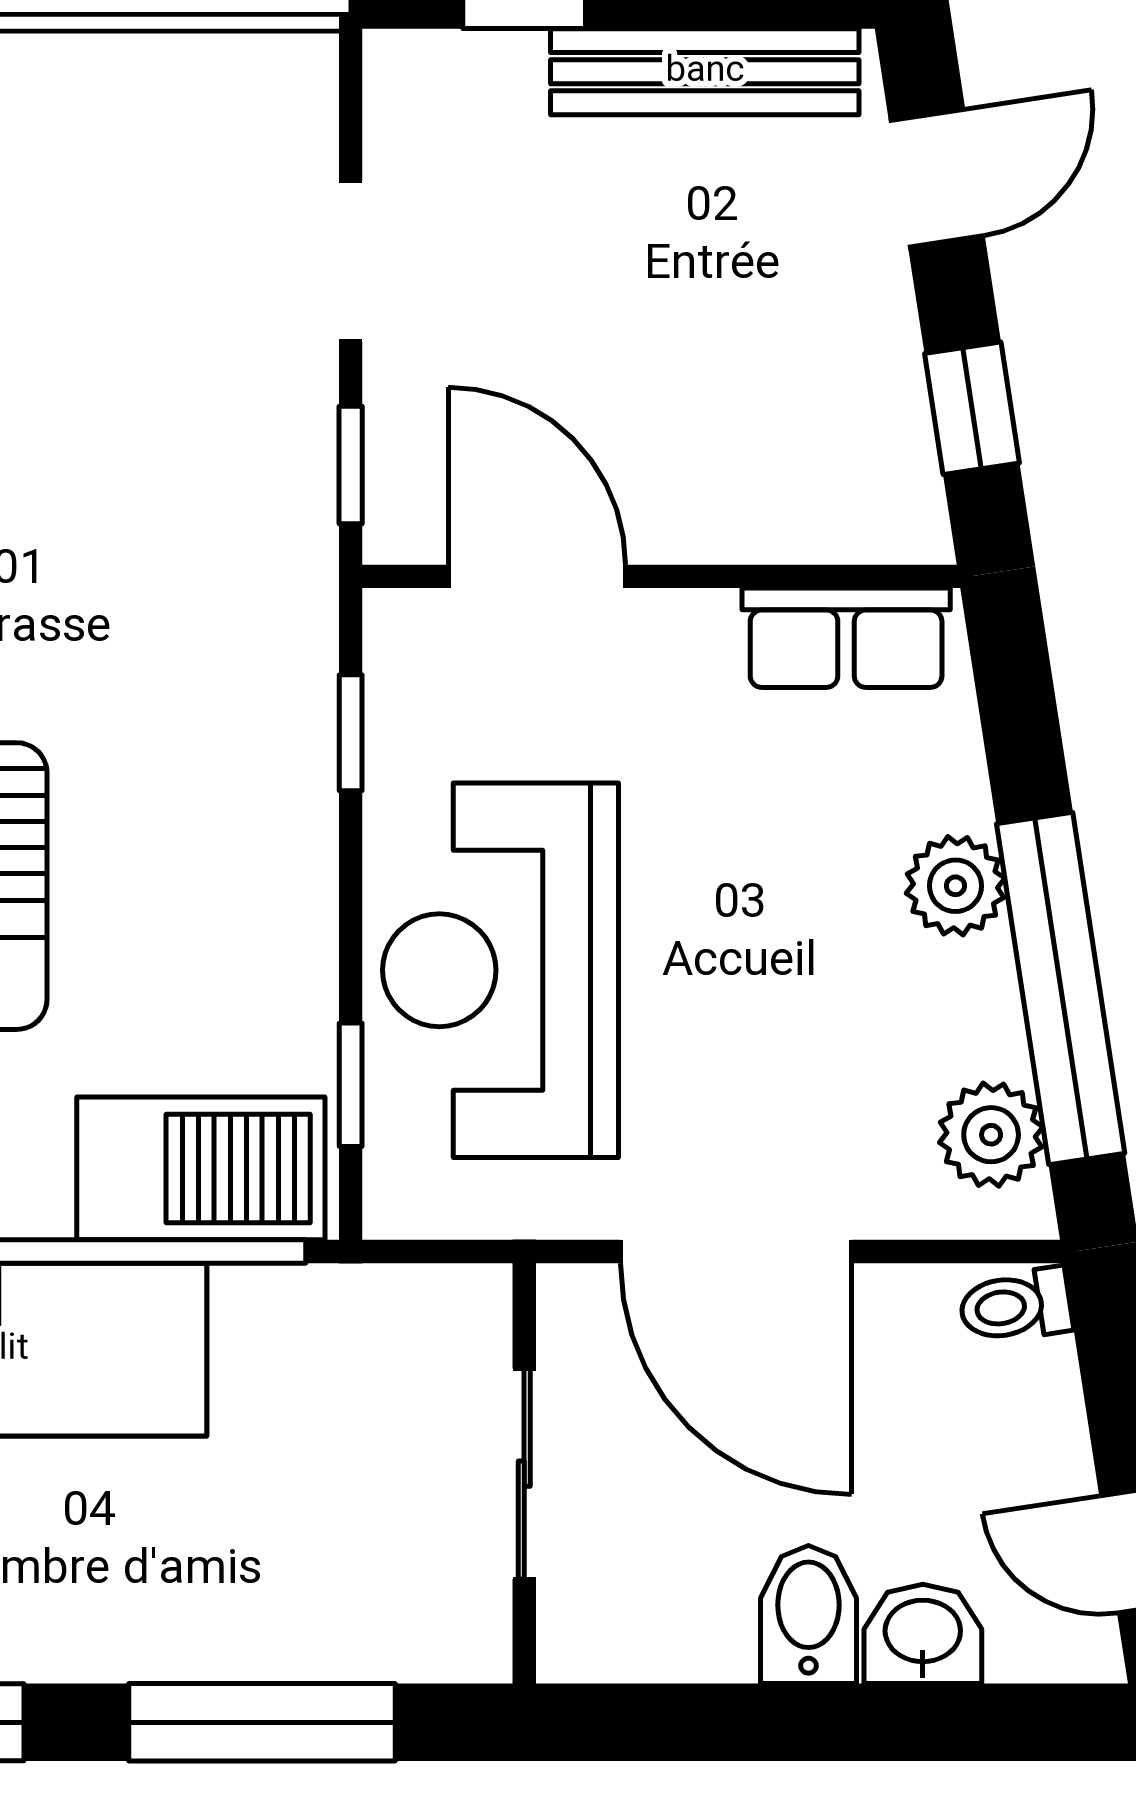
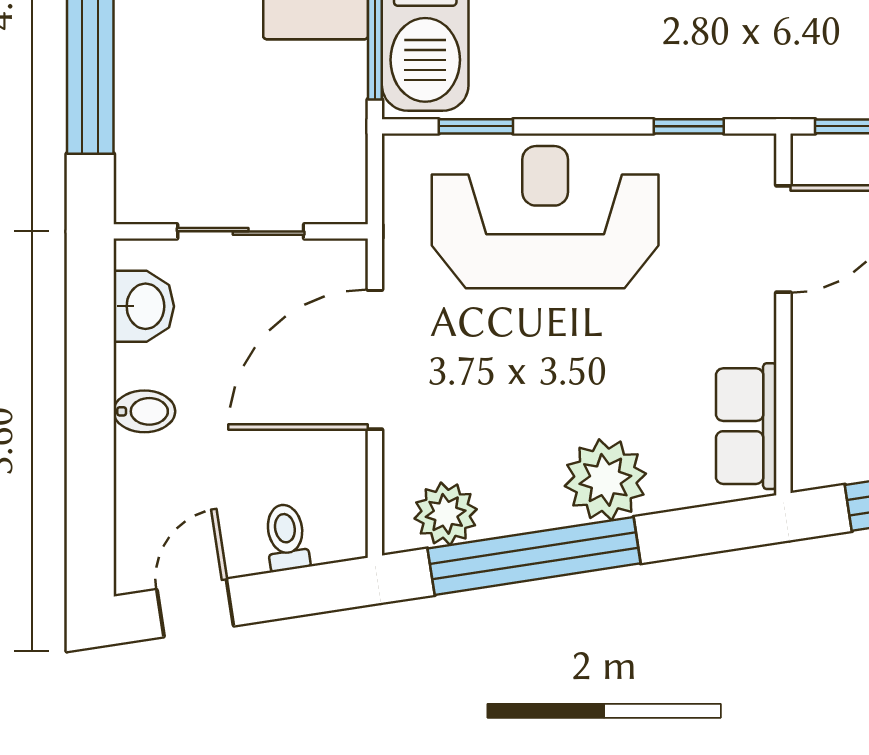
plant: (955, 886) -> (605, 480), width x1.36, depth x1.36
toilet: (1016, 1306) -> (286, 537), moved
bidet: (808, 1615) -> (144, 411), width x0.72, depth x0.74
washbasin: (923, 1634) -> (144, 306), moved

